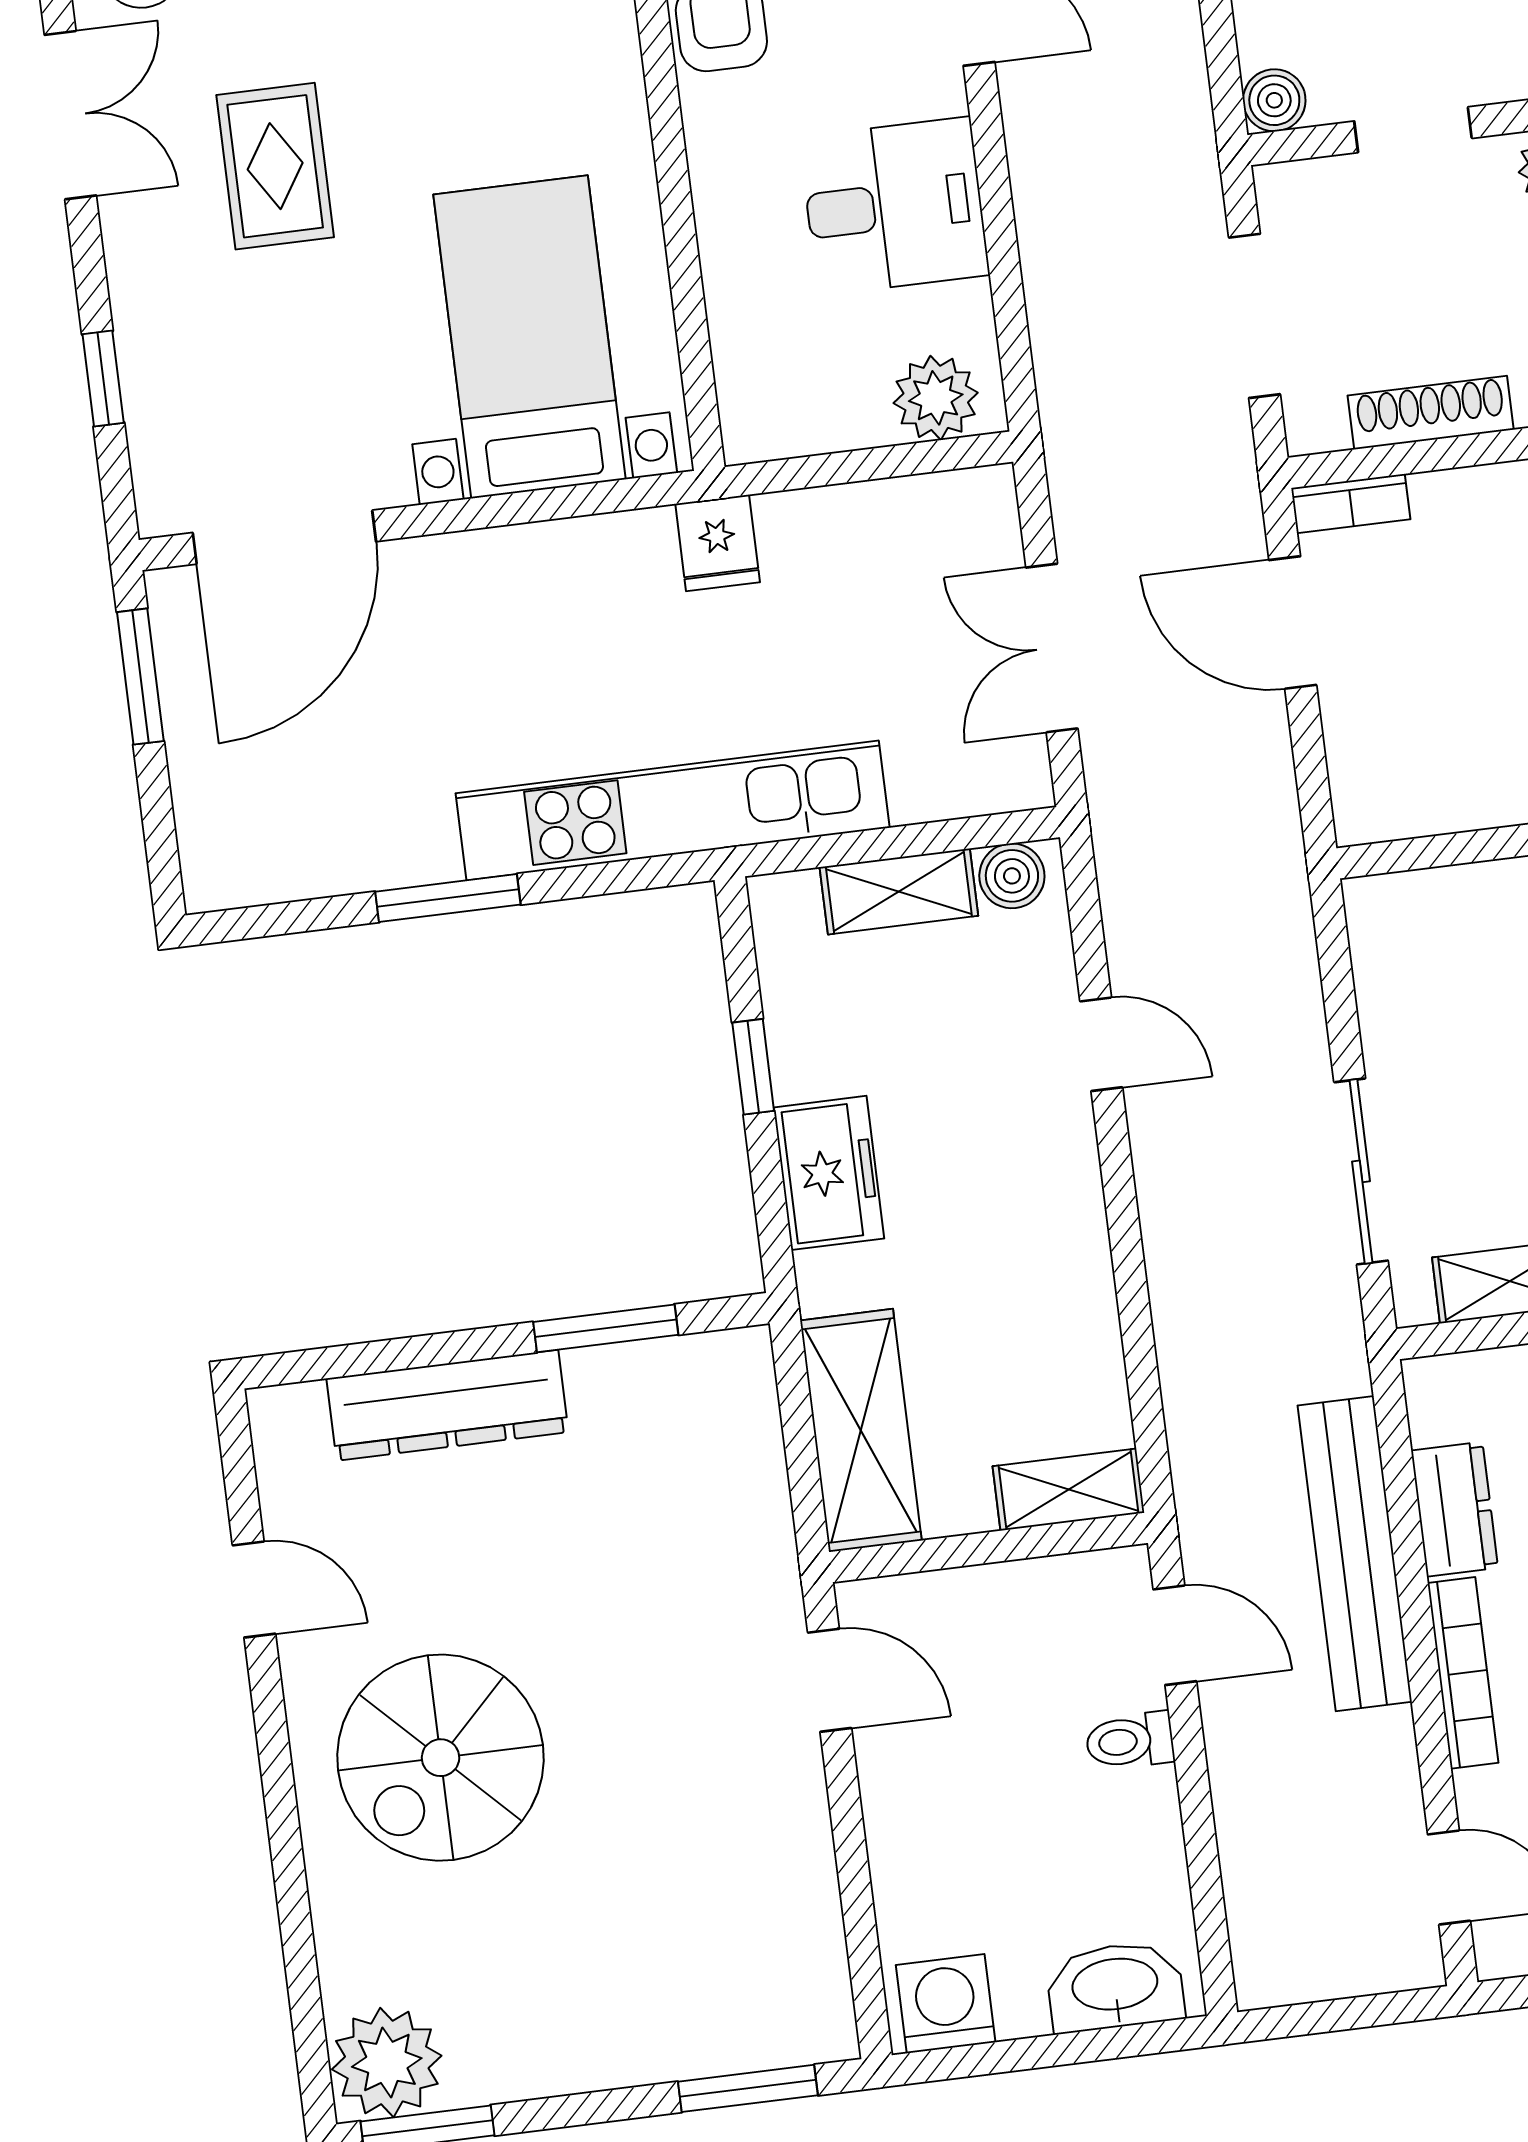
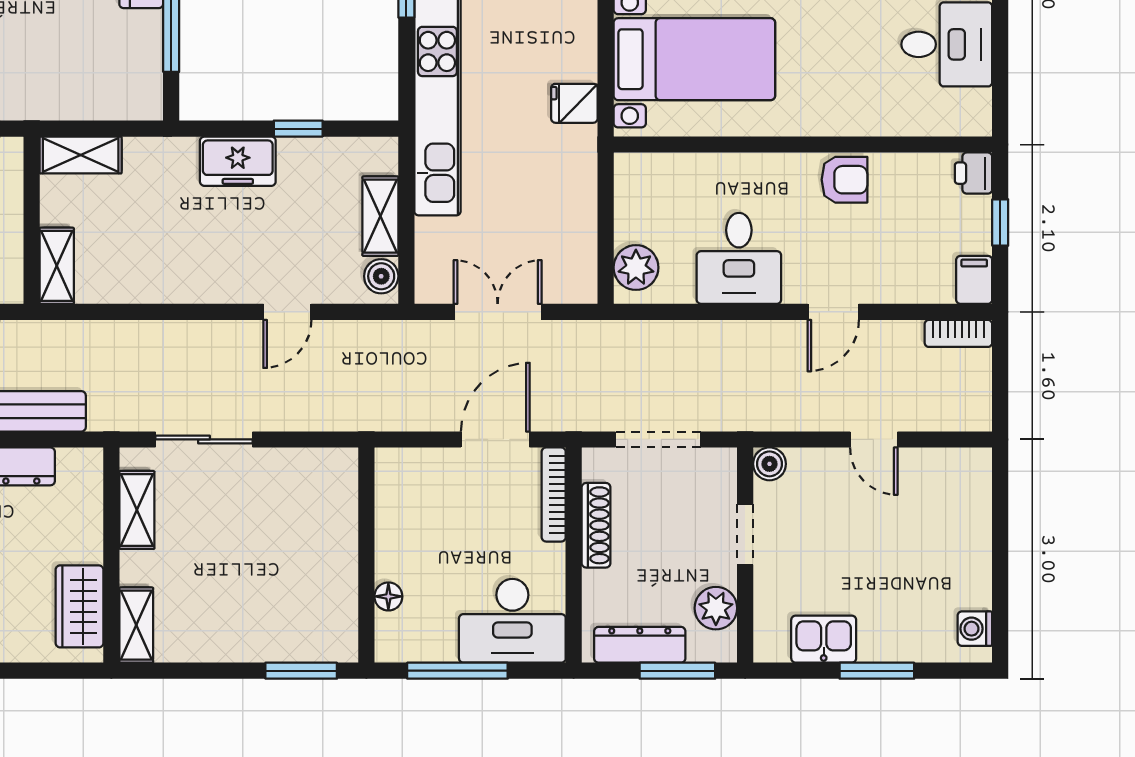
bookcase: (1351, 504) -> (554, 495), width x1.56
fridge: (718, 543) -> (574, 103), moved
shelving: (861, 1430) -> (81, 155), width x0.67, depth x0.75

